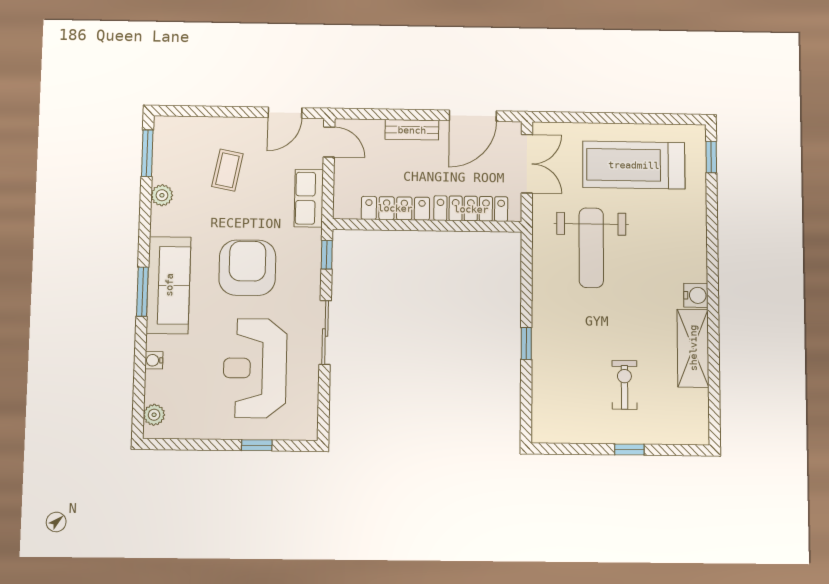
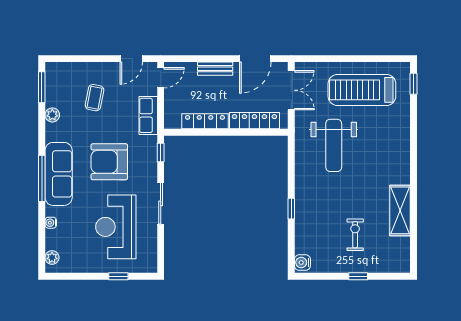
door: (329, 142) -> (161, 78), hinge flipped
armchair: (247, 268) -> (109, 162), turned -90
window: (142, 292) -> (42, 178), width x1.44
water cooler: (696, 295) -> (302, 263), moved, turned 180

